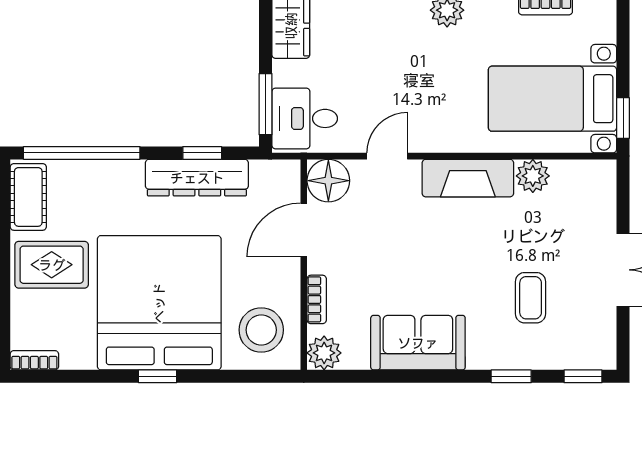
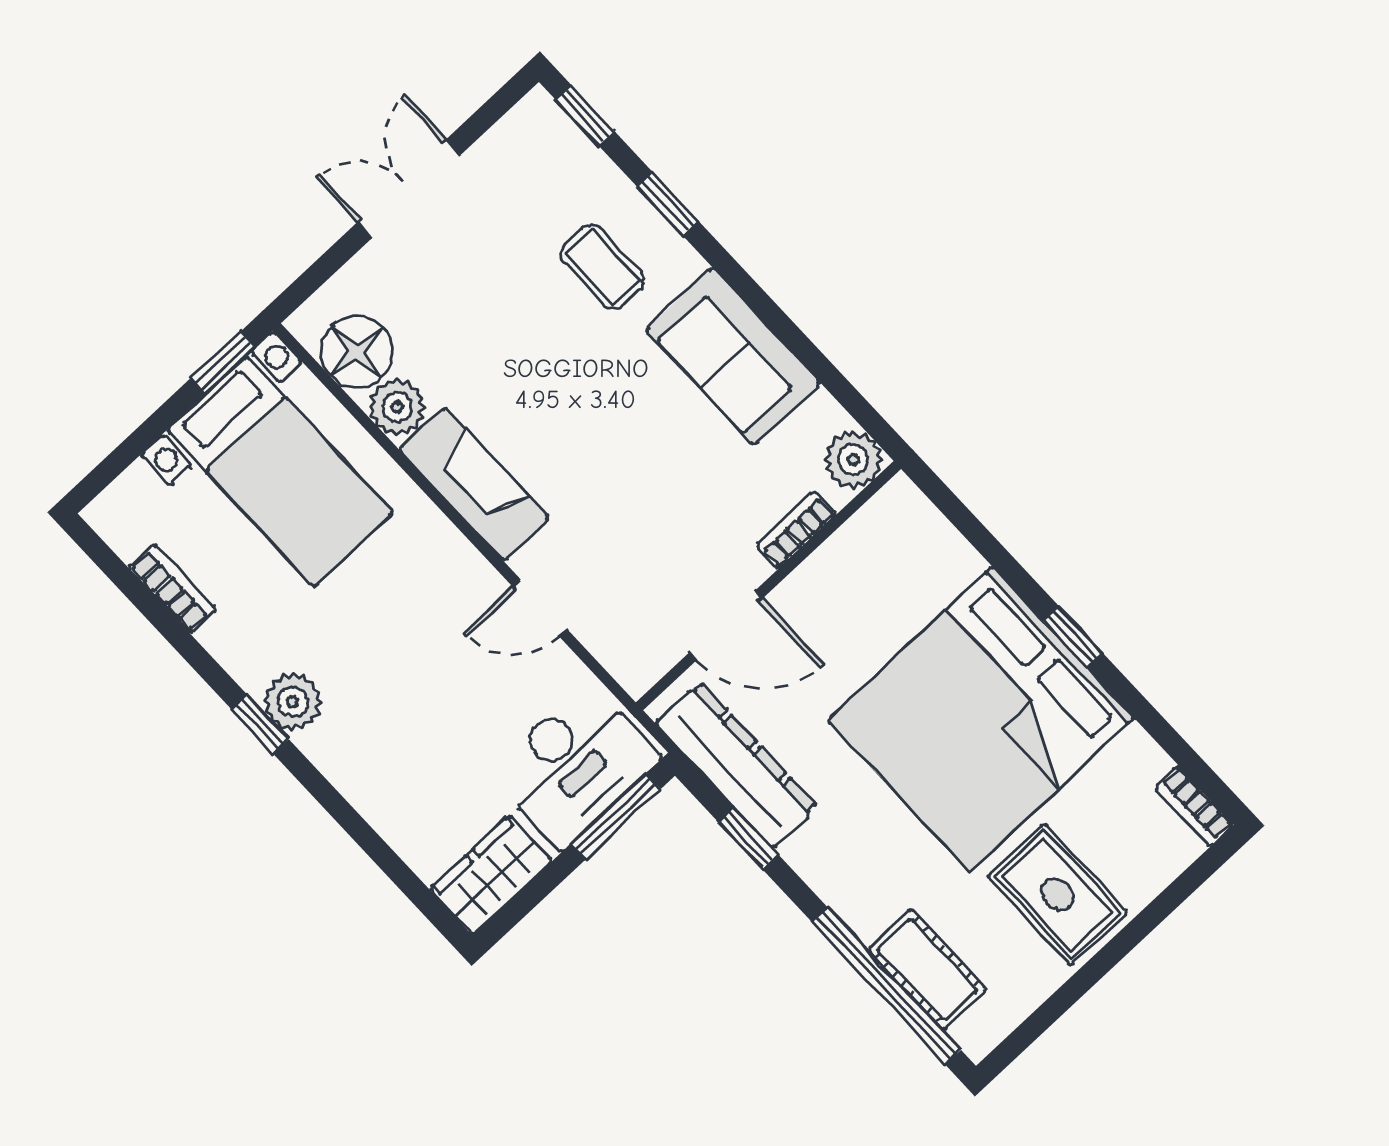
desk: (305, 118) -> (575, 765), width x1.37
dresser: (197, 178) -> (737, 765), moved
floor lamp: (328, 181) -> (357, 352), moved
cot: (28, 197) -> (927, 970), moved, turned 90
coffee table: (531, 298) -> (602, 267), moved, turned 90
stool: (261, 330) -> (897, 563), removed

